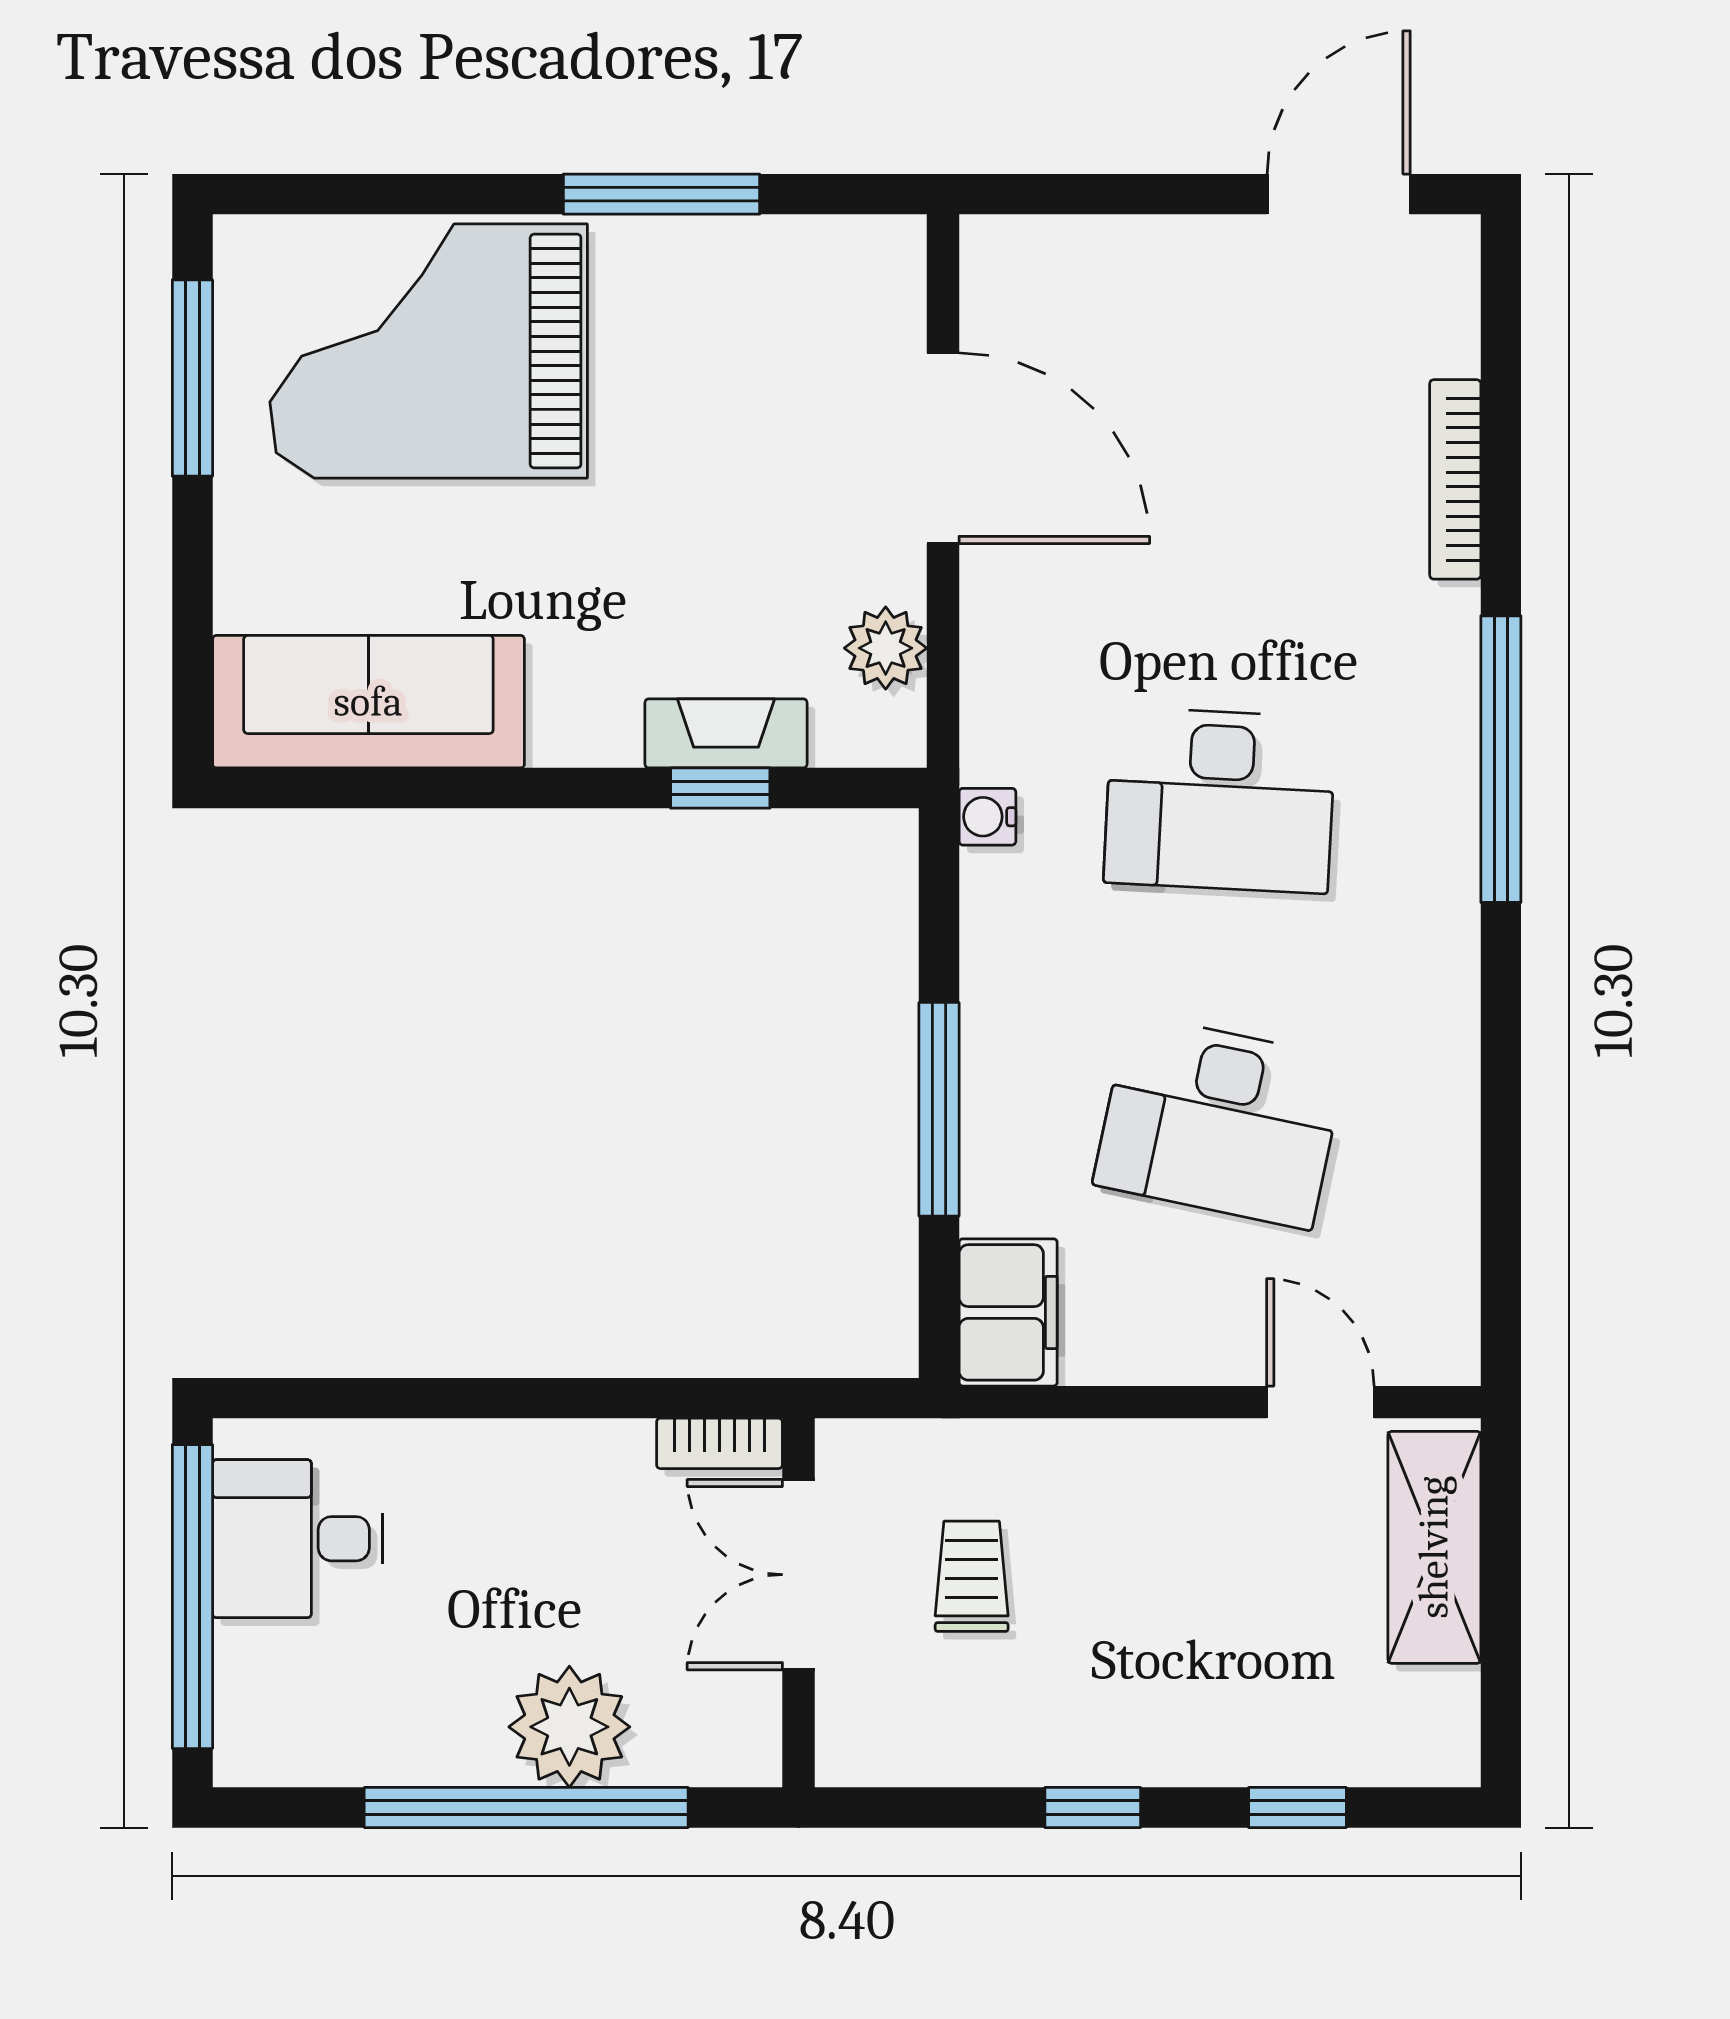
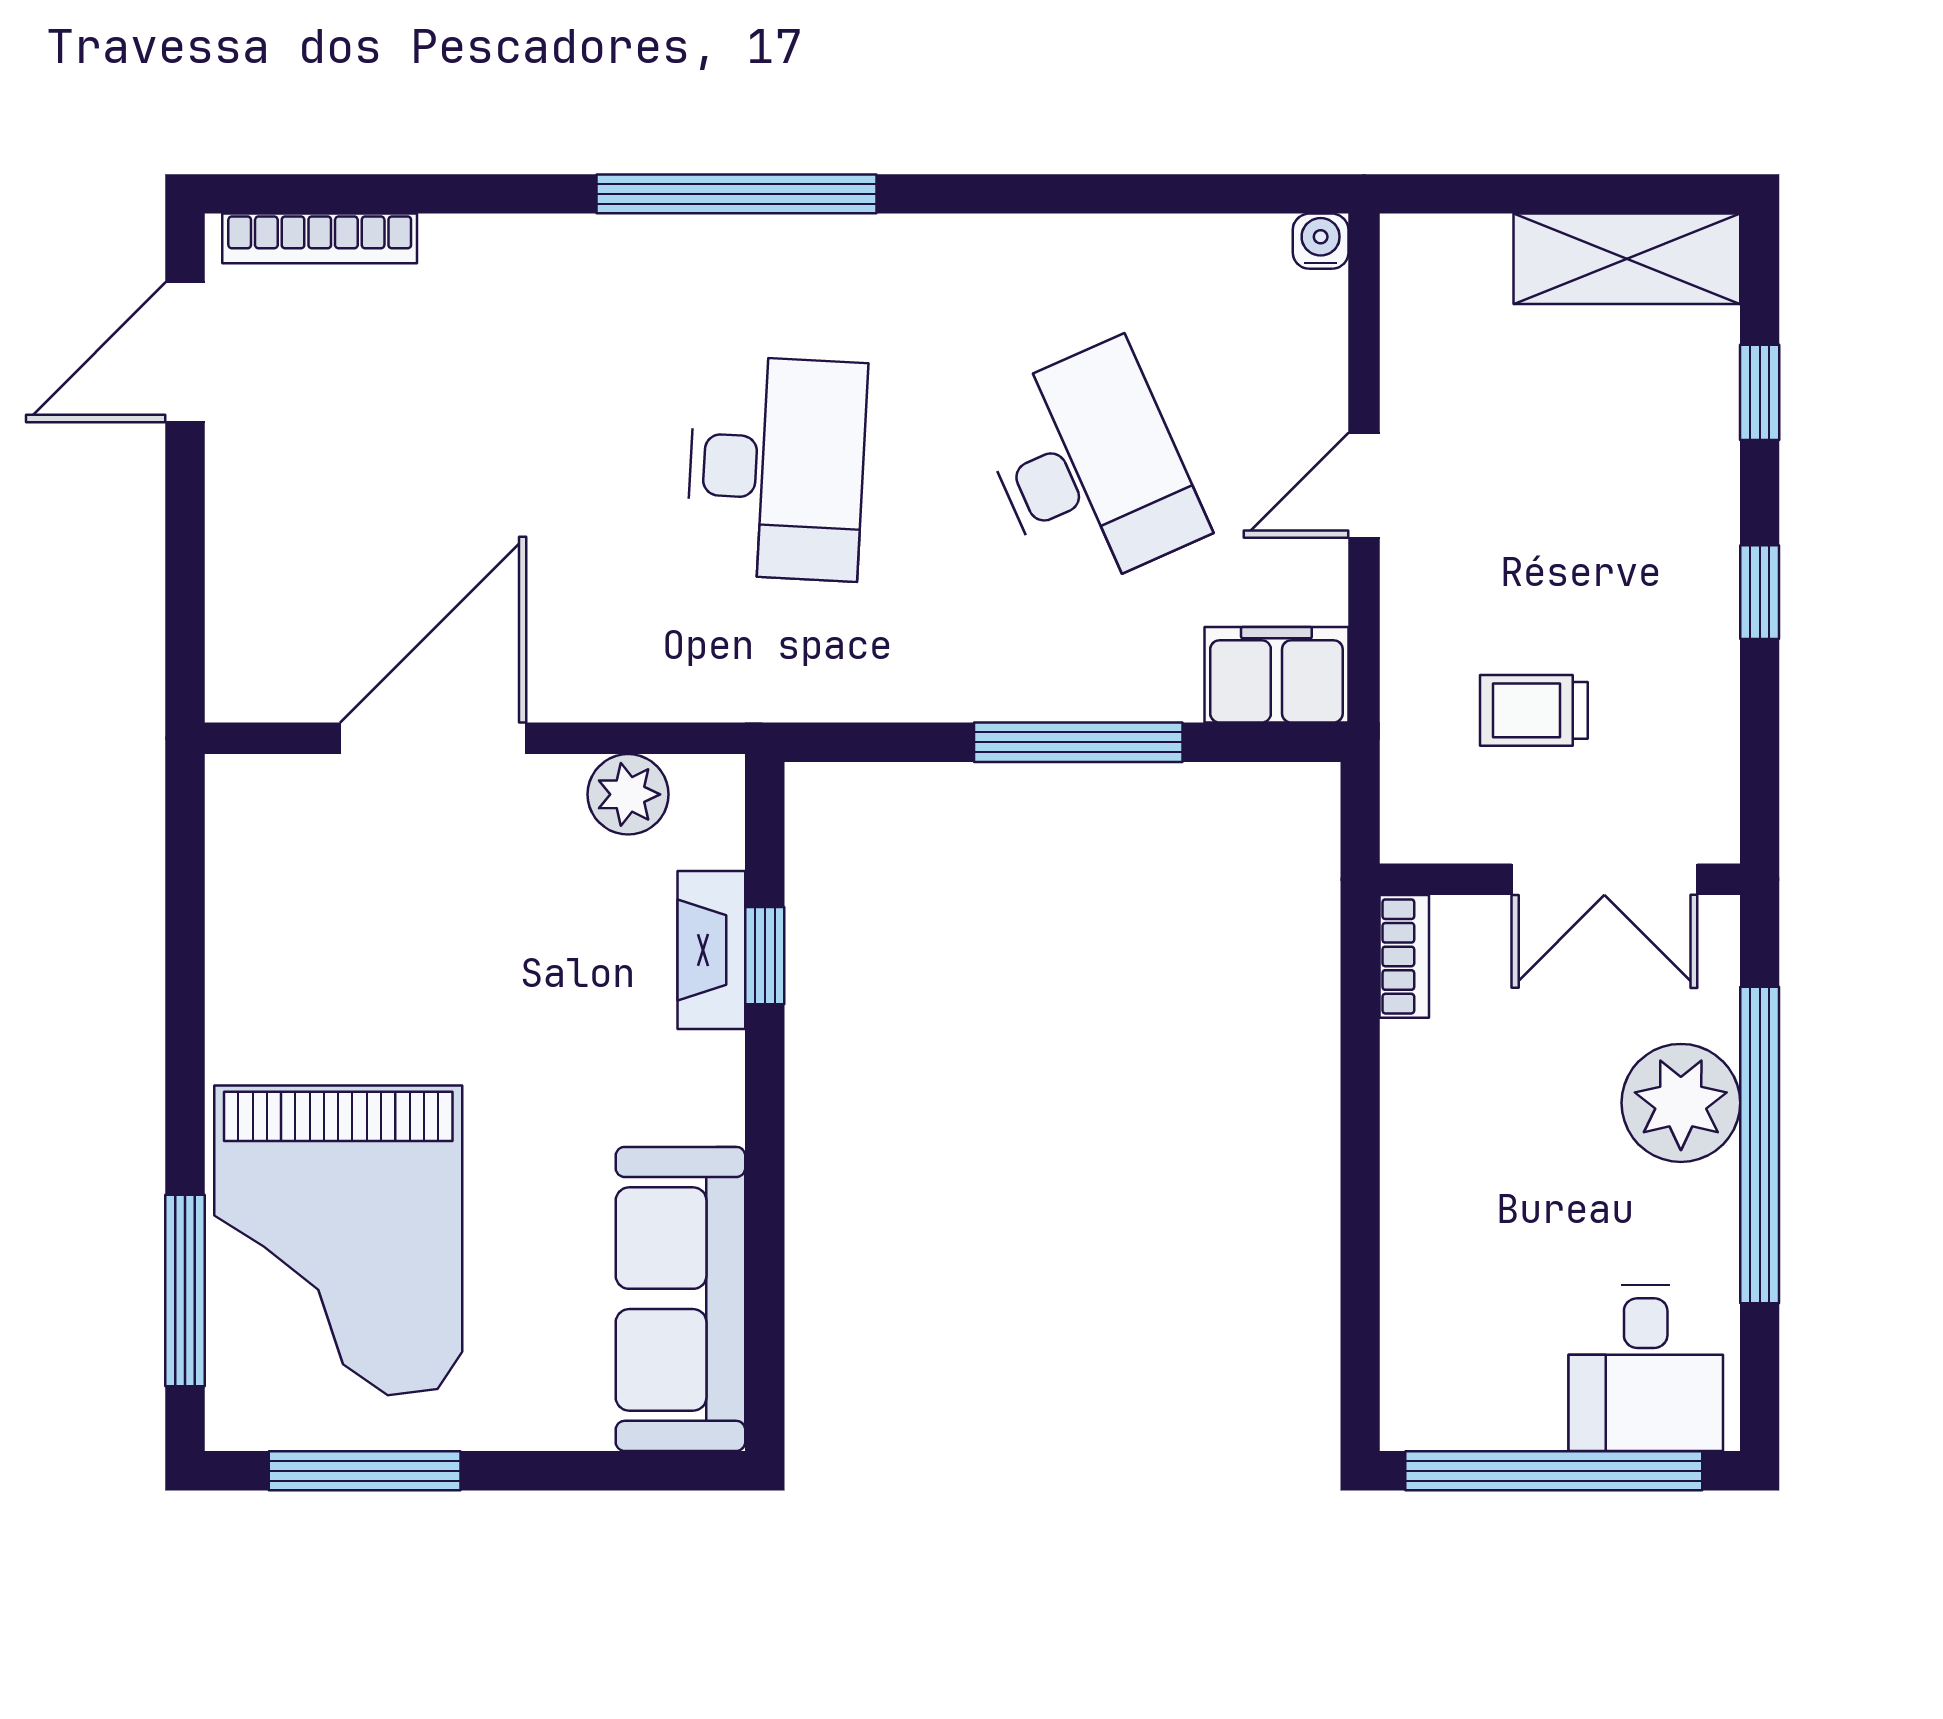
window: (661, 194) -> (185, 1291), moved
door: (1339, 194) -> (185, 352), hinge flipped
bookcase: (1455, 479) -> (320, 238), moved
water cooler: (987, 817) -> (1321, 241), moved, turned 180
desk: (1220, 1122) -> (1090, 468), turned -36
door: (1320, 1402) -> (1364, 485), moved
desk: (298, 1539) -> (1646, 1368), moved
shelving: (1434, 1547) -> (1627, 259), moved
double door: (798, 1575) -> (1604, 879), moved

